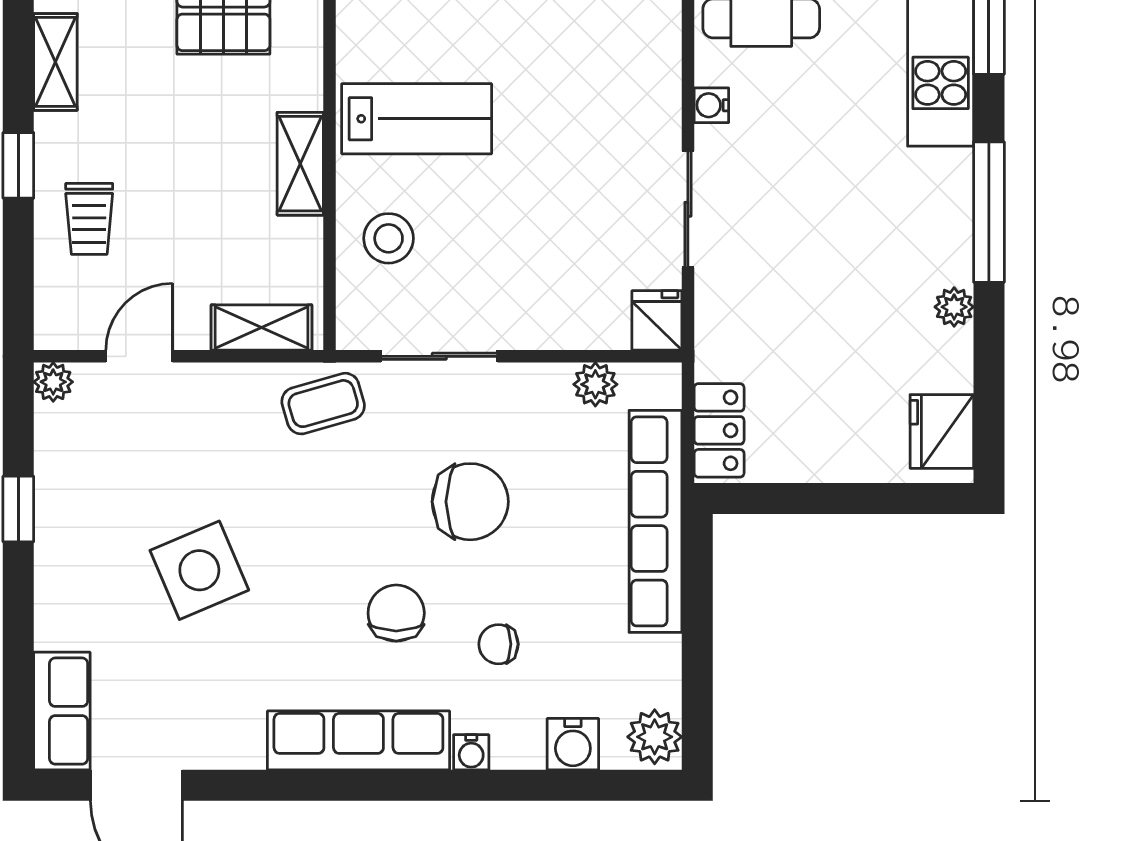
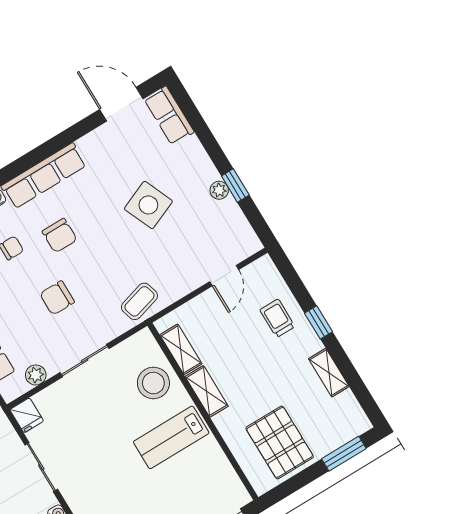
stool: (389, 238) -> (153, 383), width x1.38, depth x1.38
shelving: (262, 327) -> (181, 349), moved, turned 90
sliding door: (439, 356) -> (85, 360), moved
plant: (53, 382) -> (219, 190), moved
chair: (470, 502) -> (57, 298), width x0.73, depth x0.73

